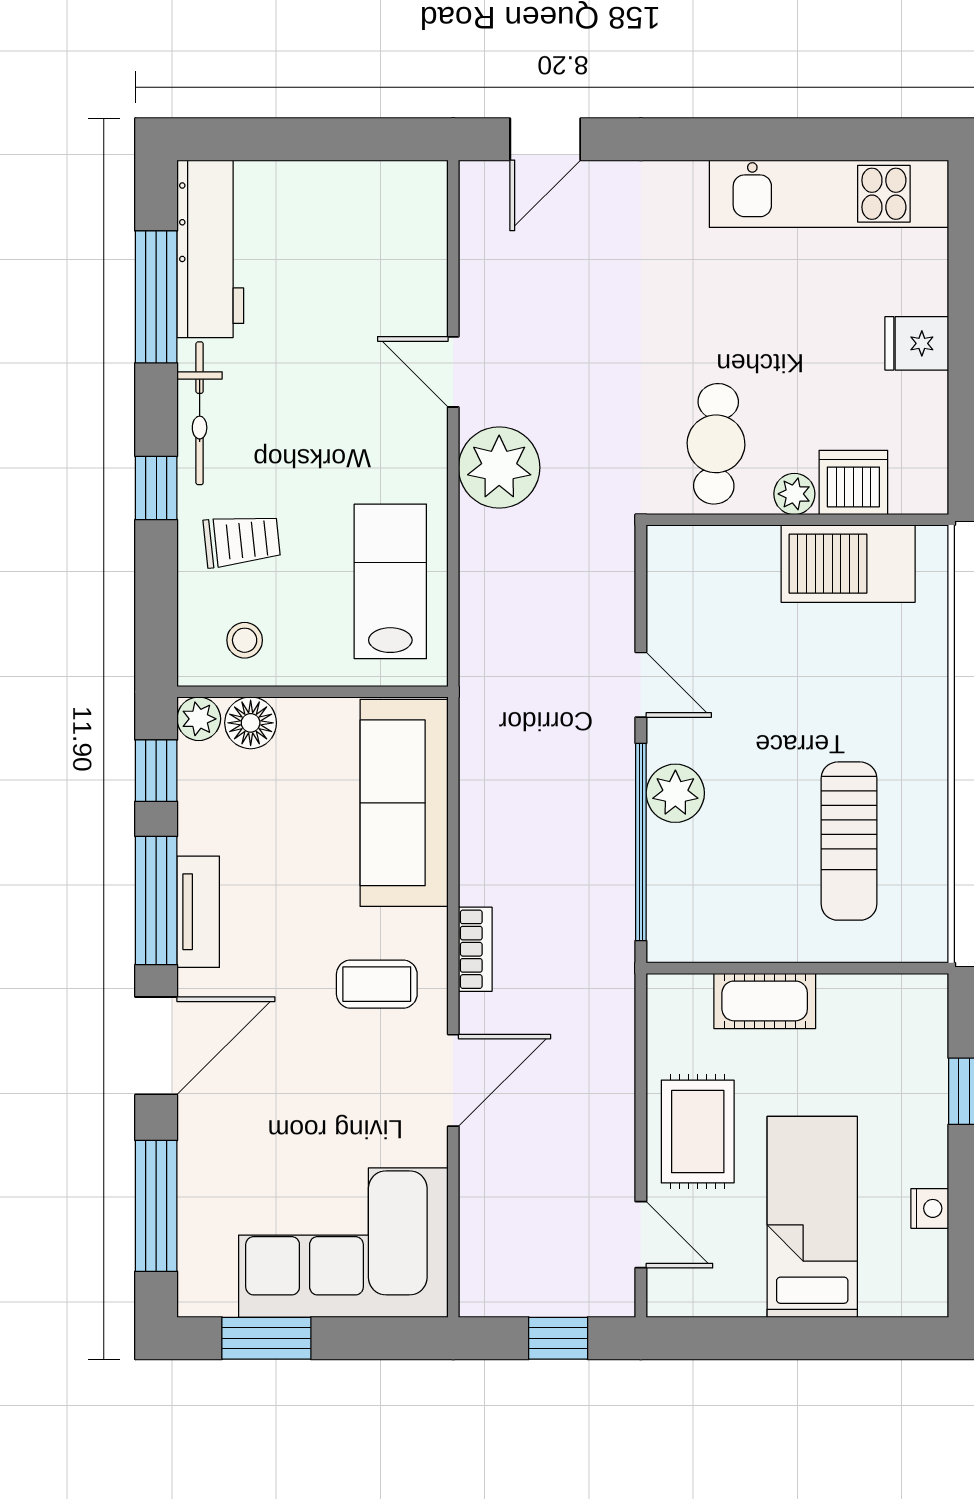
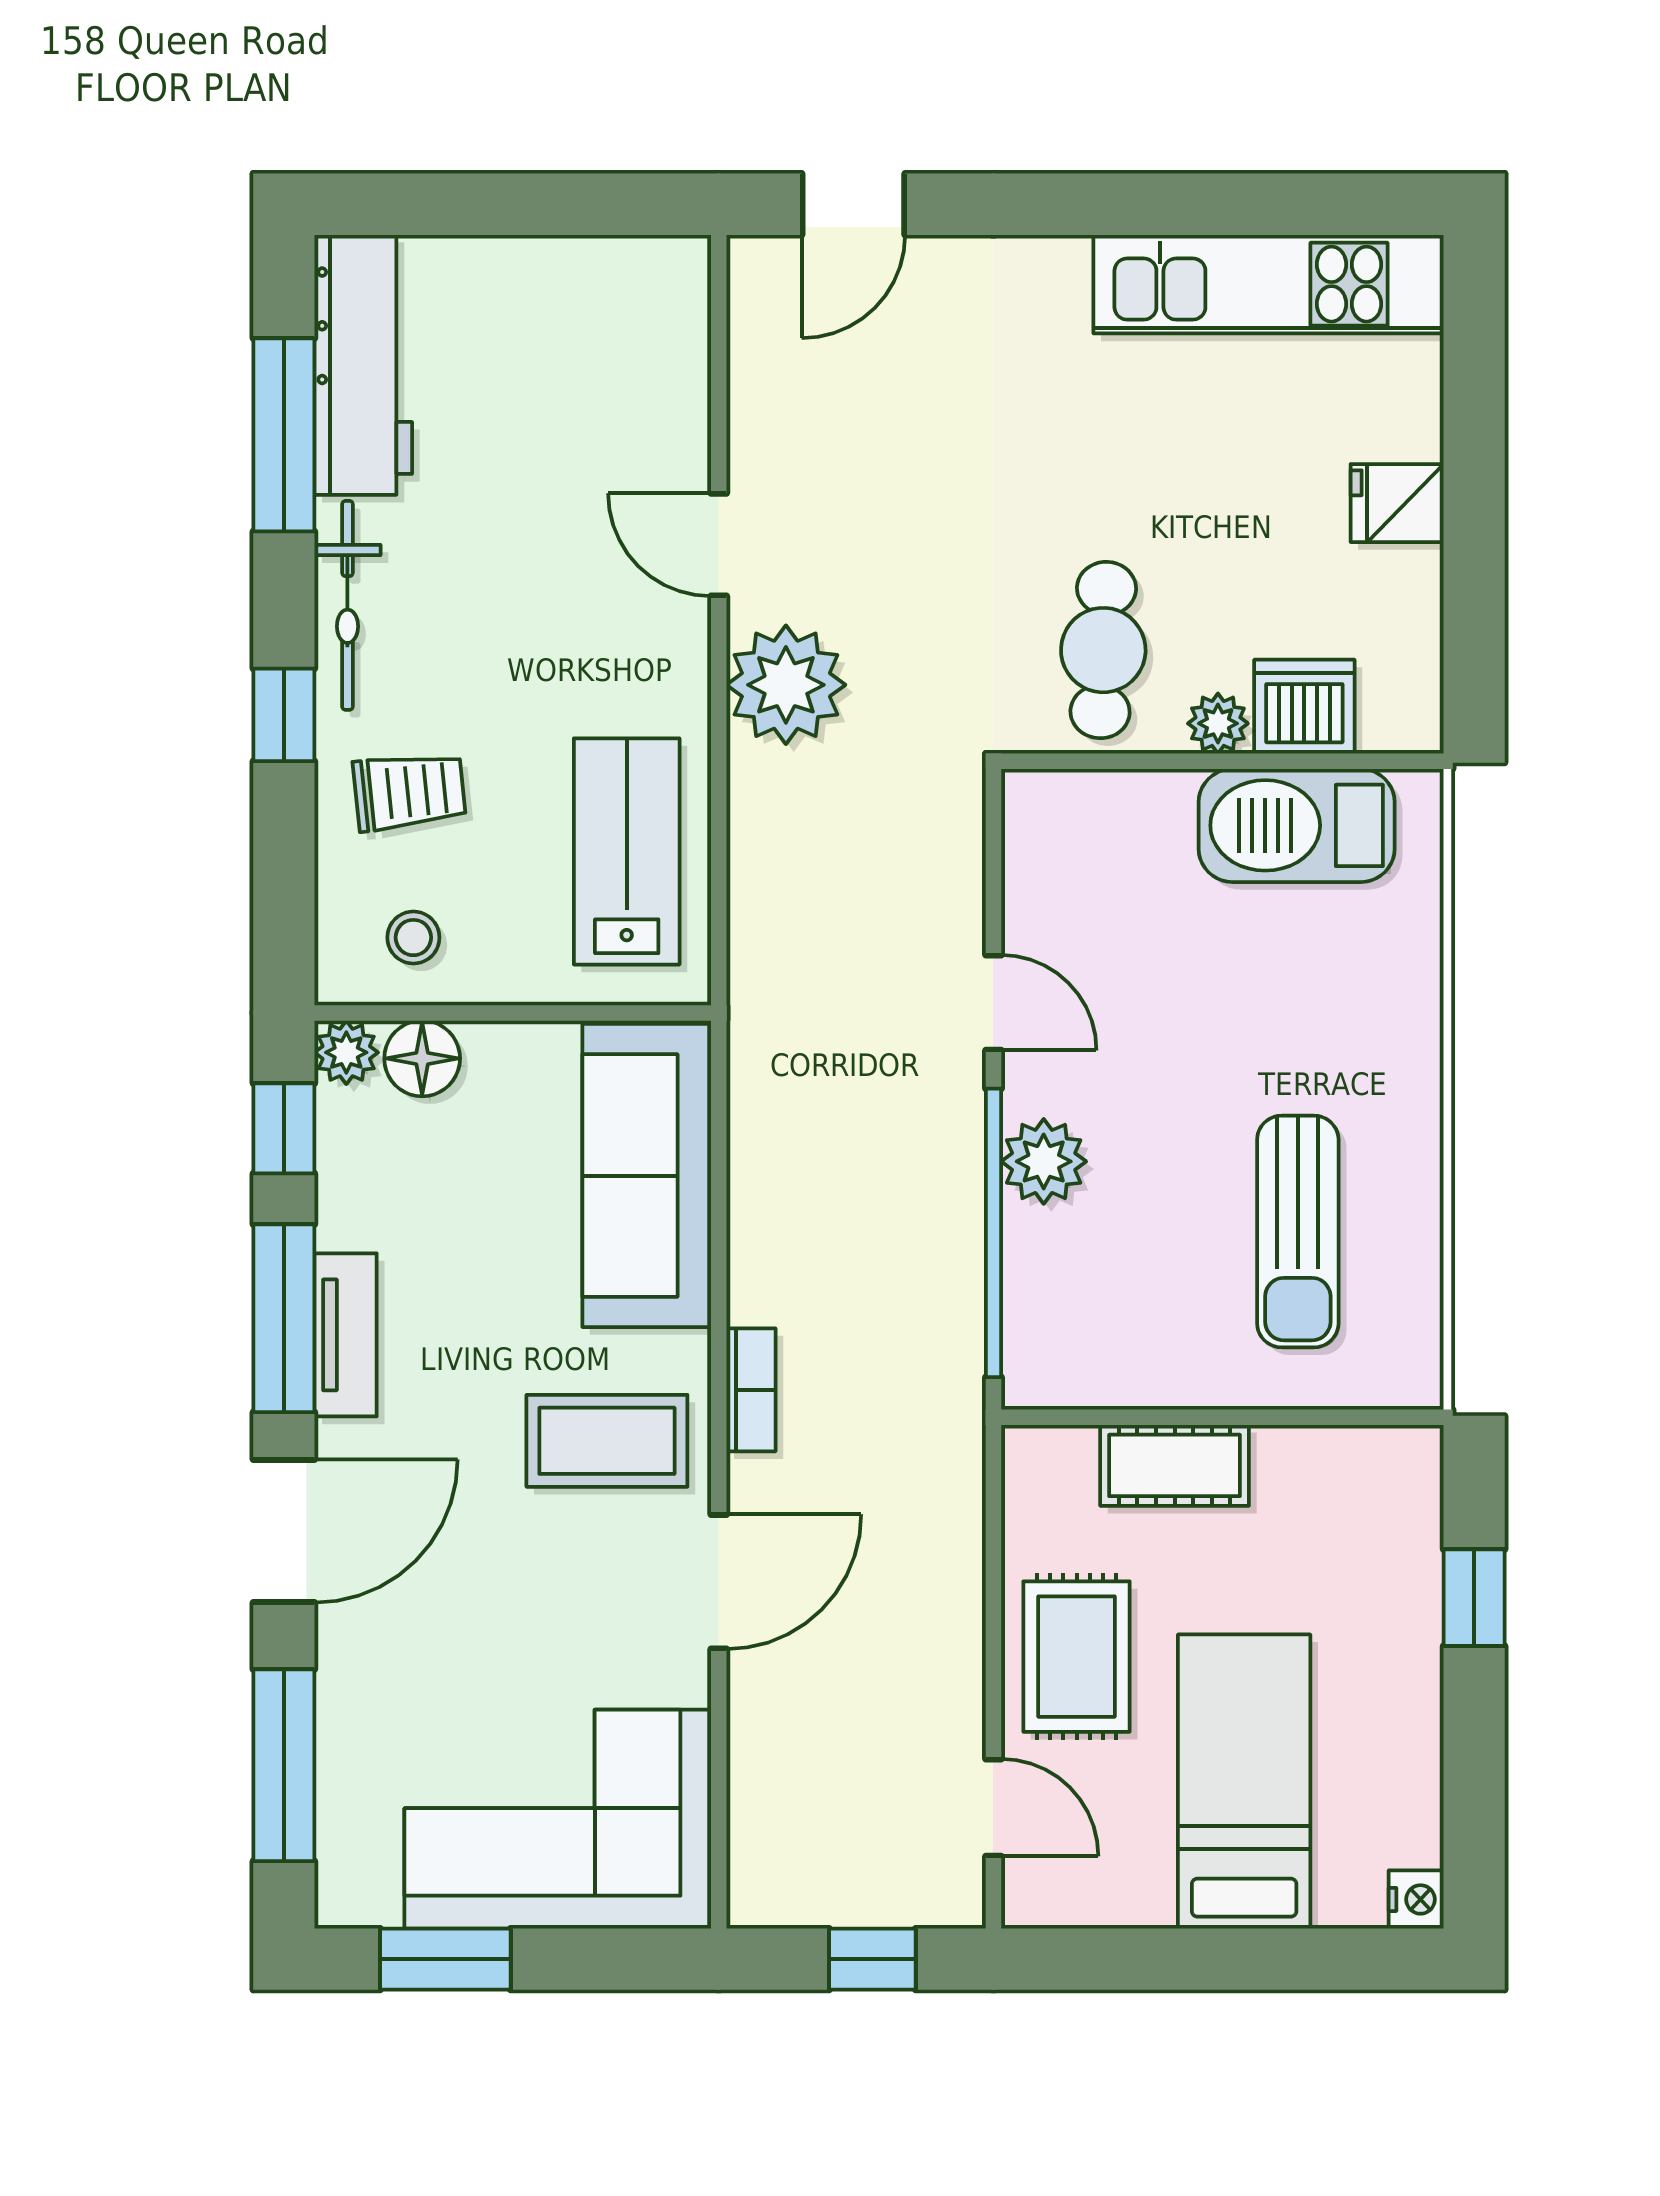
coffee table: (377, 984) -> (607, 1441), width x1.36, depth x1.30
nightstand: (930, 1208) -> (1416, 1899), moved

